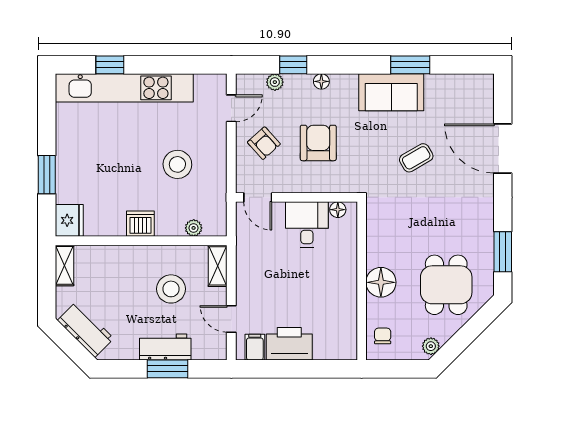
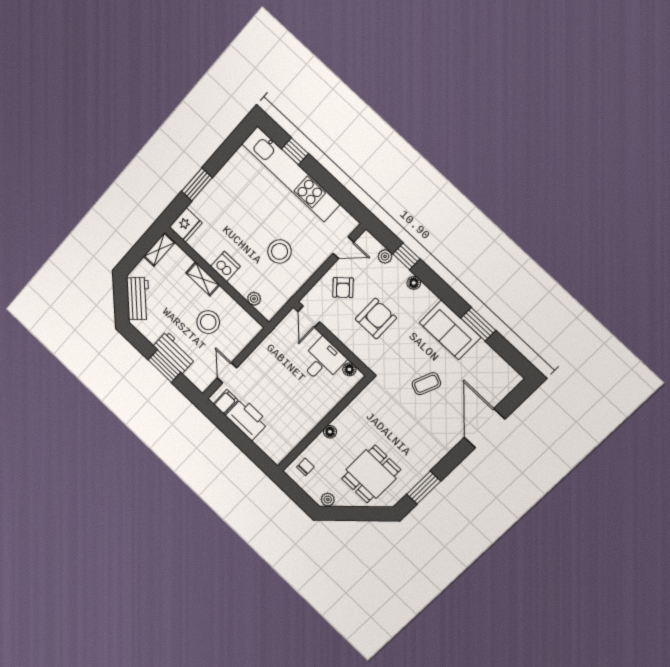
coffee table: (416, 158) -> (426, 384), turned -38
shelving: (218, 266) -> (203, 279), moved, turned 90
floor lamp: (381, 282) -> (330, 432), width x0.53, depth x0.53

